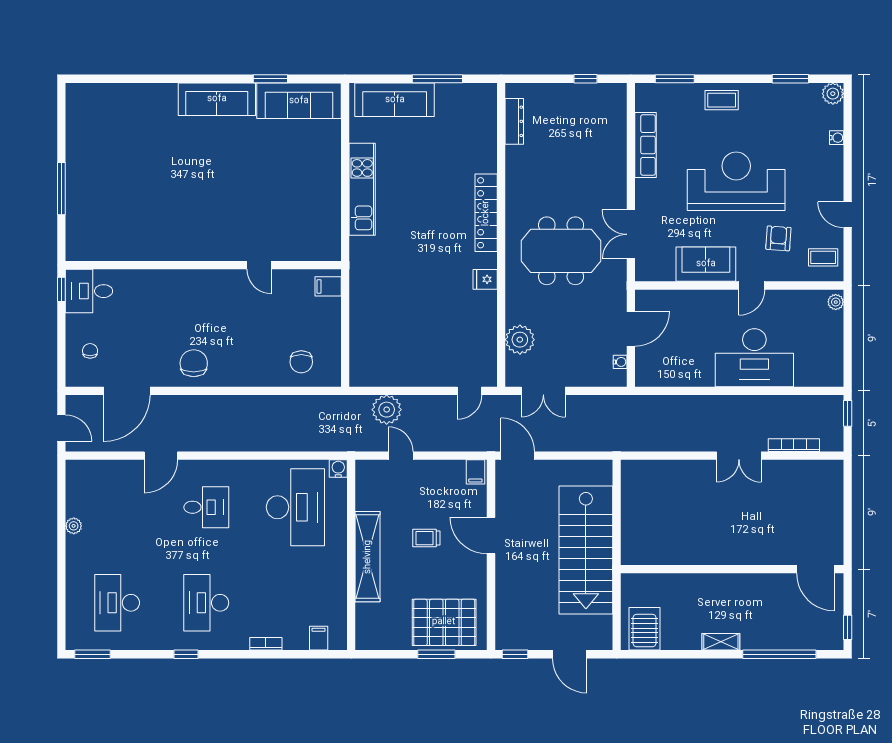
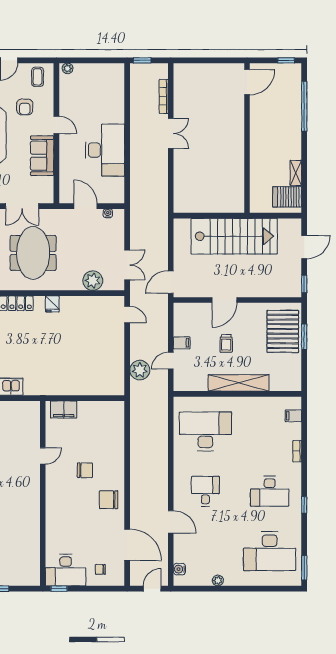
armchair: (778, 238) -> (25, 107), turned -94
filing cabinet: (328, 286) -> (64, 409), width x2.00
desk: (89, 291) -> (66, 570), width x1.37
desk: (754, 358) -> (105, 150), moved
chair: (301, 362) -> (85, 470), moved
water cooler: (338, 469) -> (179, 569), moved
filing cabinet: (475, 472) -> (182, 343), moved
desk: (117, 603) -> (270, 551), width x1.36, depth x1.30
shelving: (721, 642) -> (296, 173), moved

